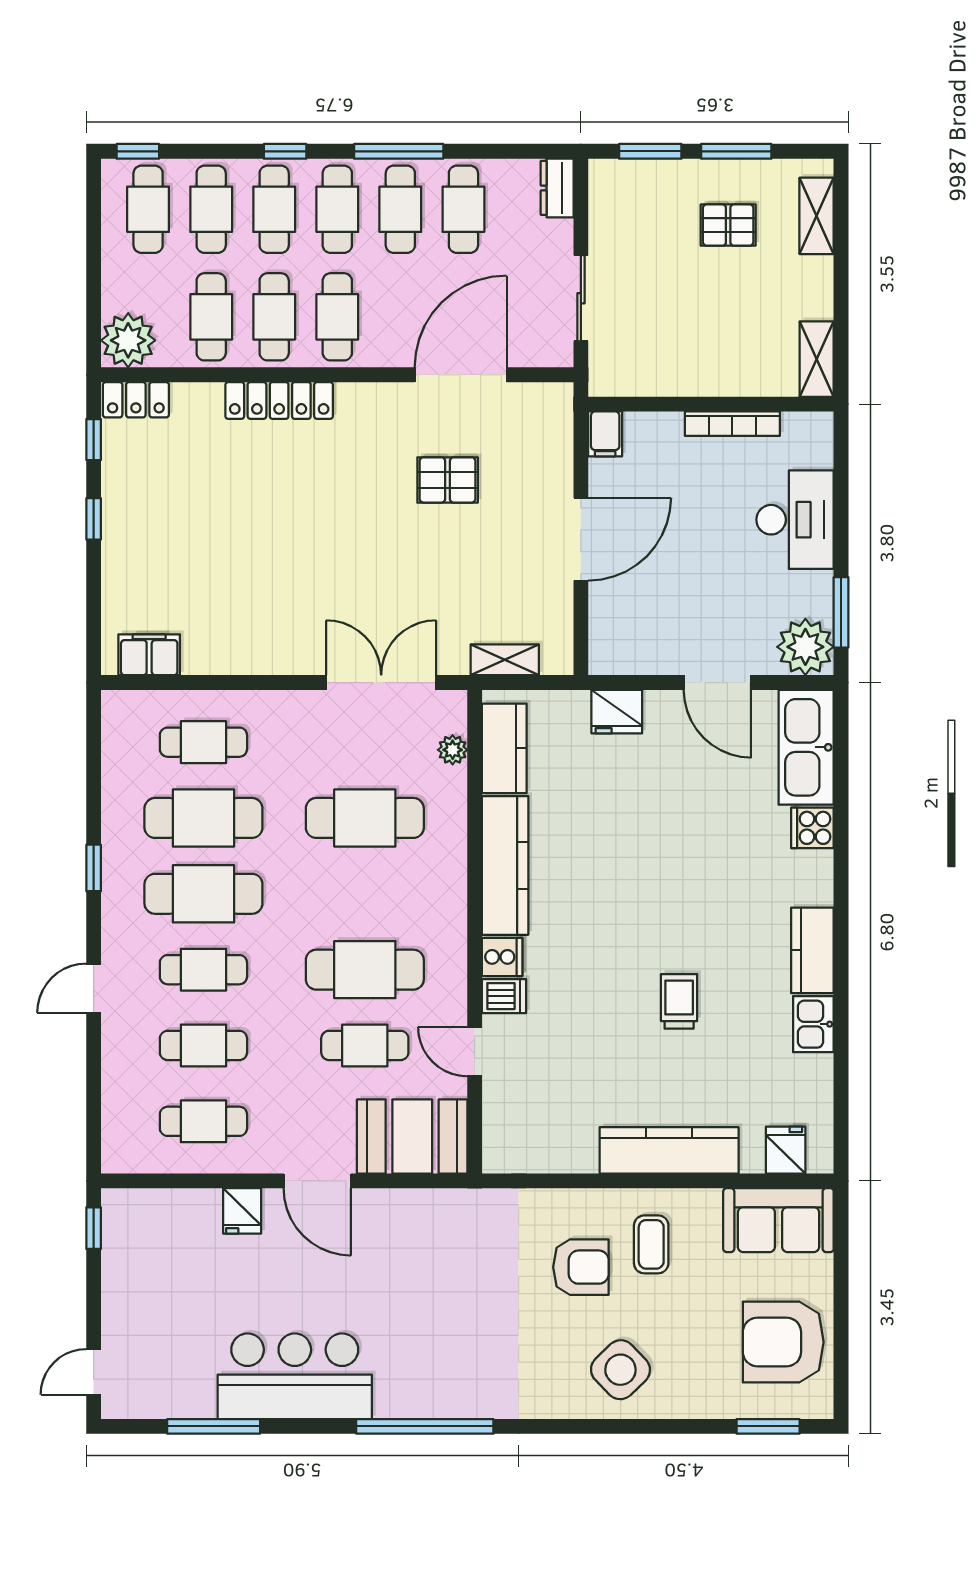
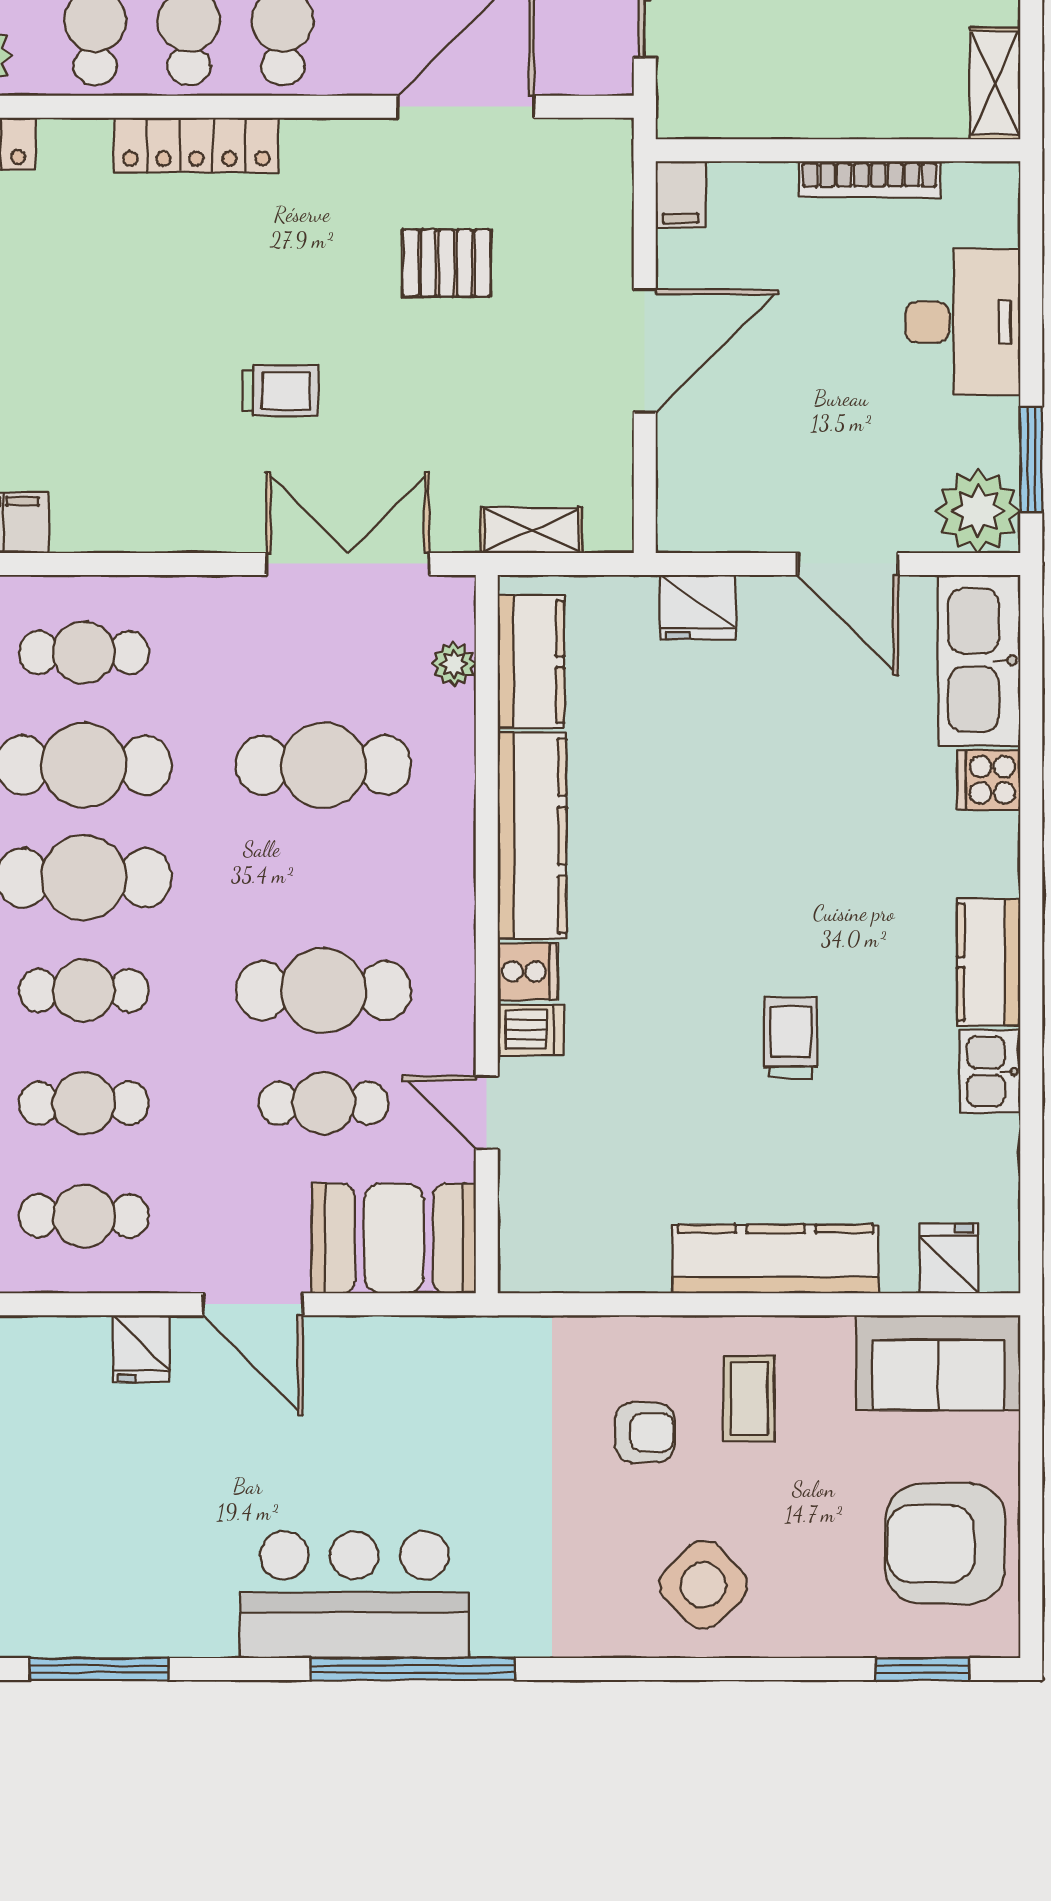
trolley: (336, 566) -> (281, 391), added
armchair: (581, 1267) -> (645, 1432), width x0.72, depth x0.72
bar counter: (295, 1376) -> (354, 1595), moved

